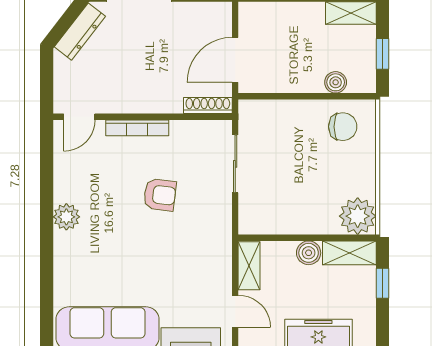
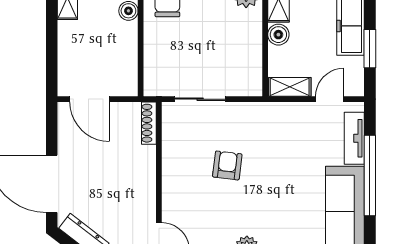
door: (235, 60) -> (90, 99), moved
bookcase: (137, 128) -> (169, 185), removed

